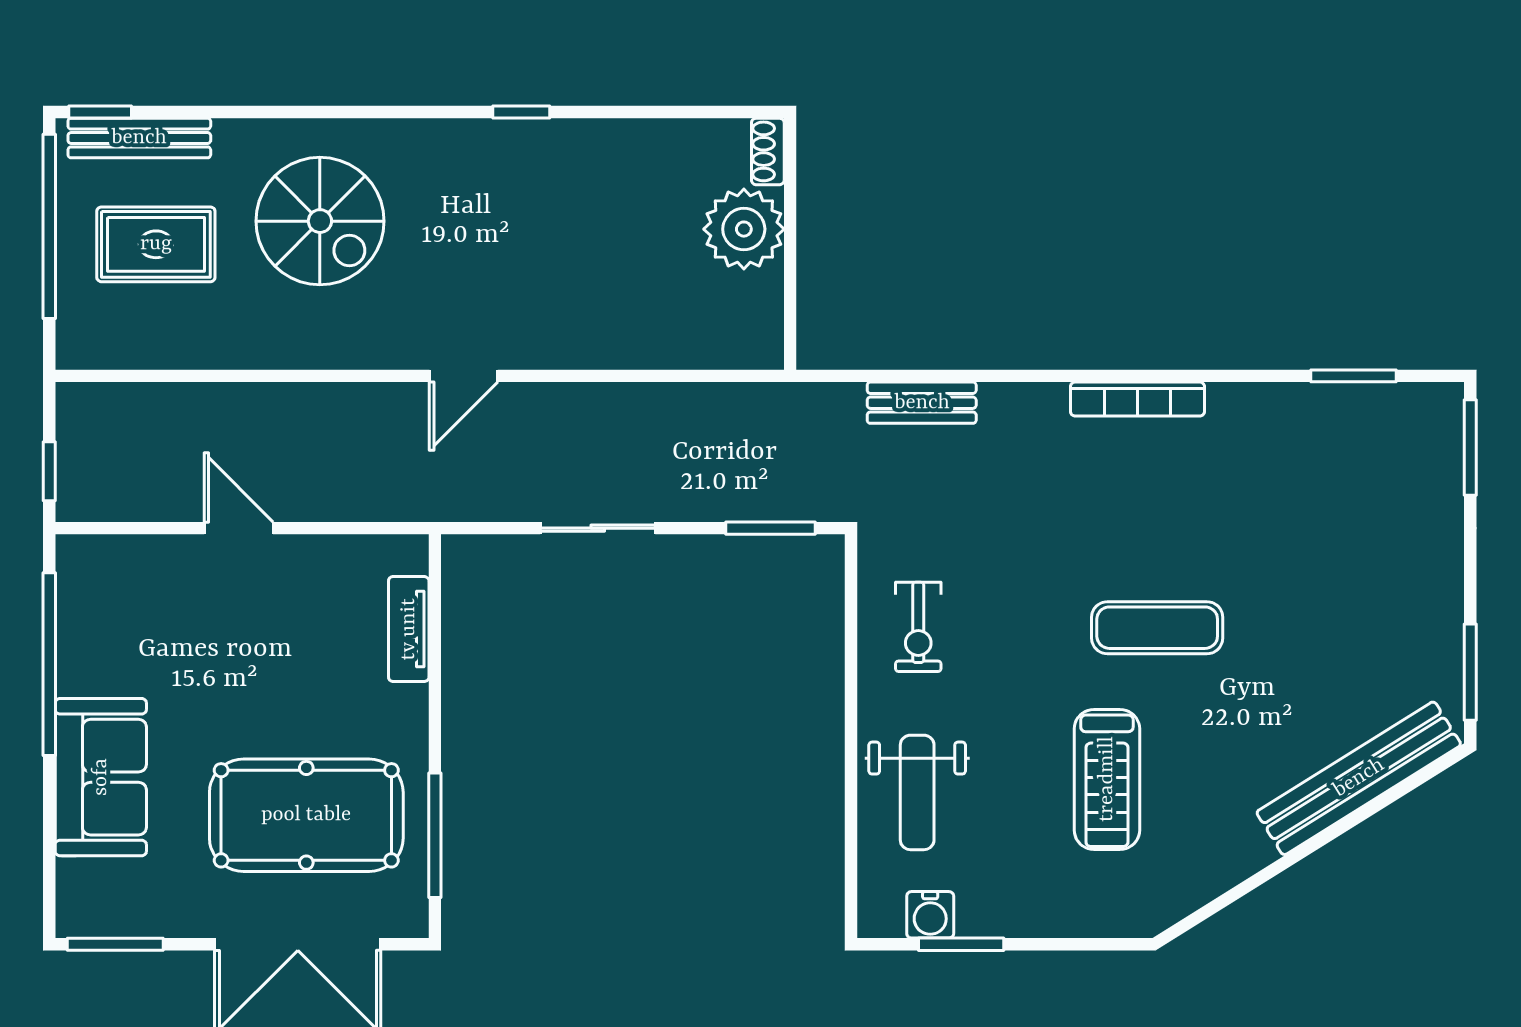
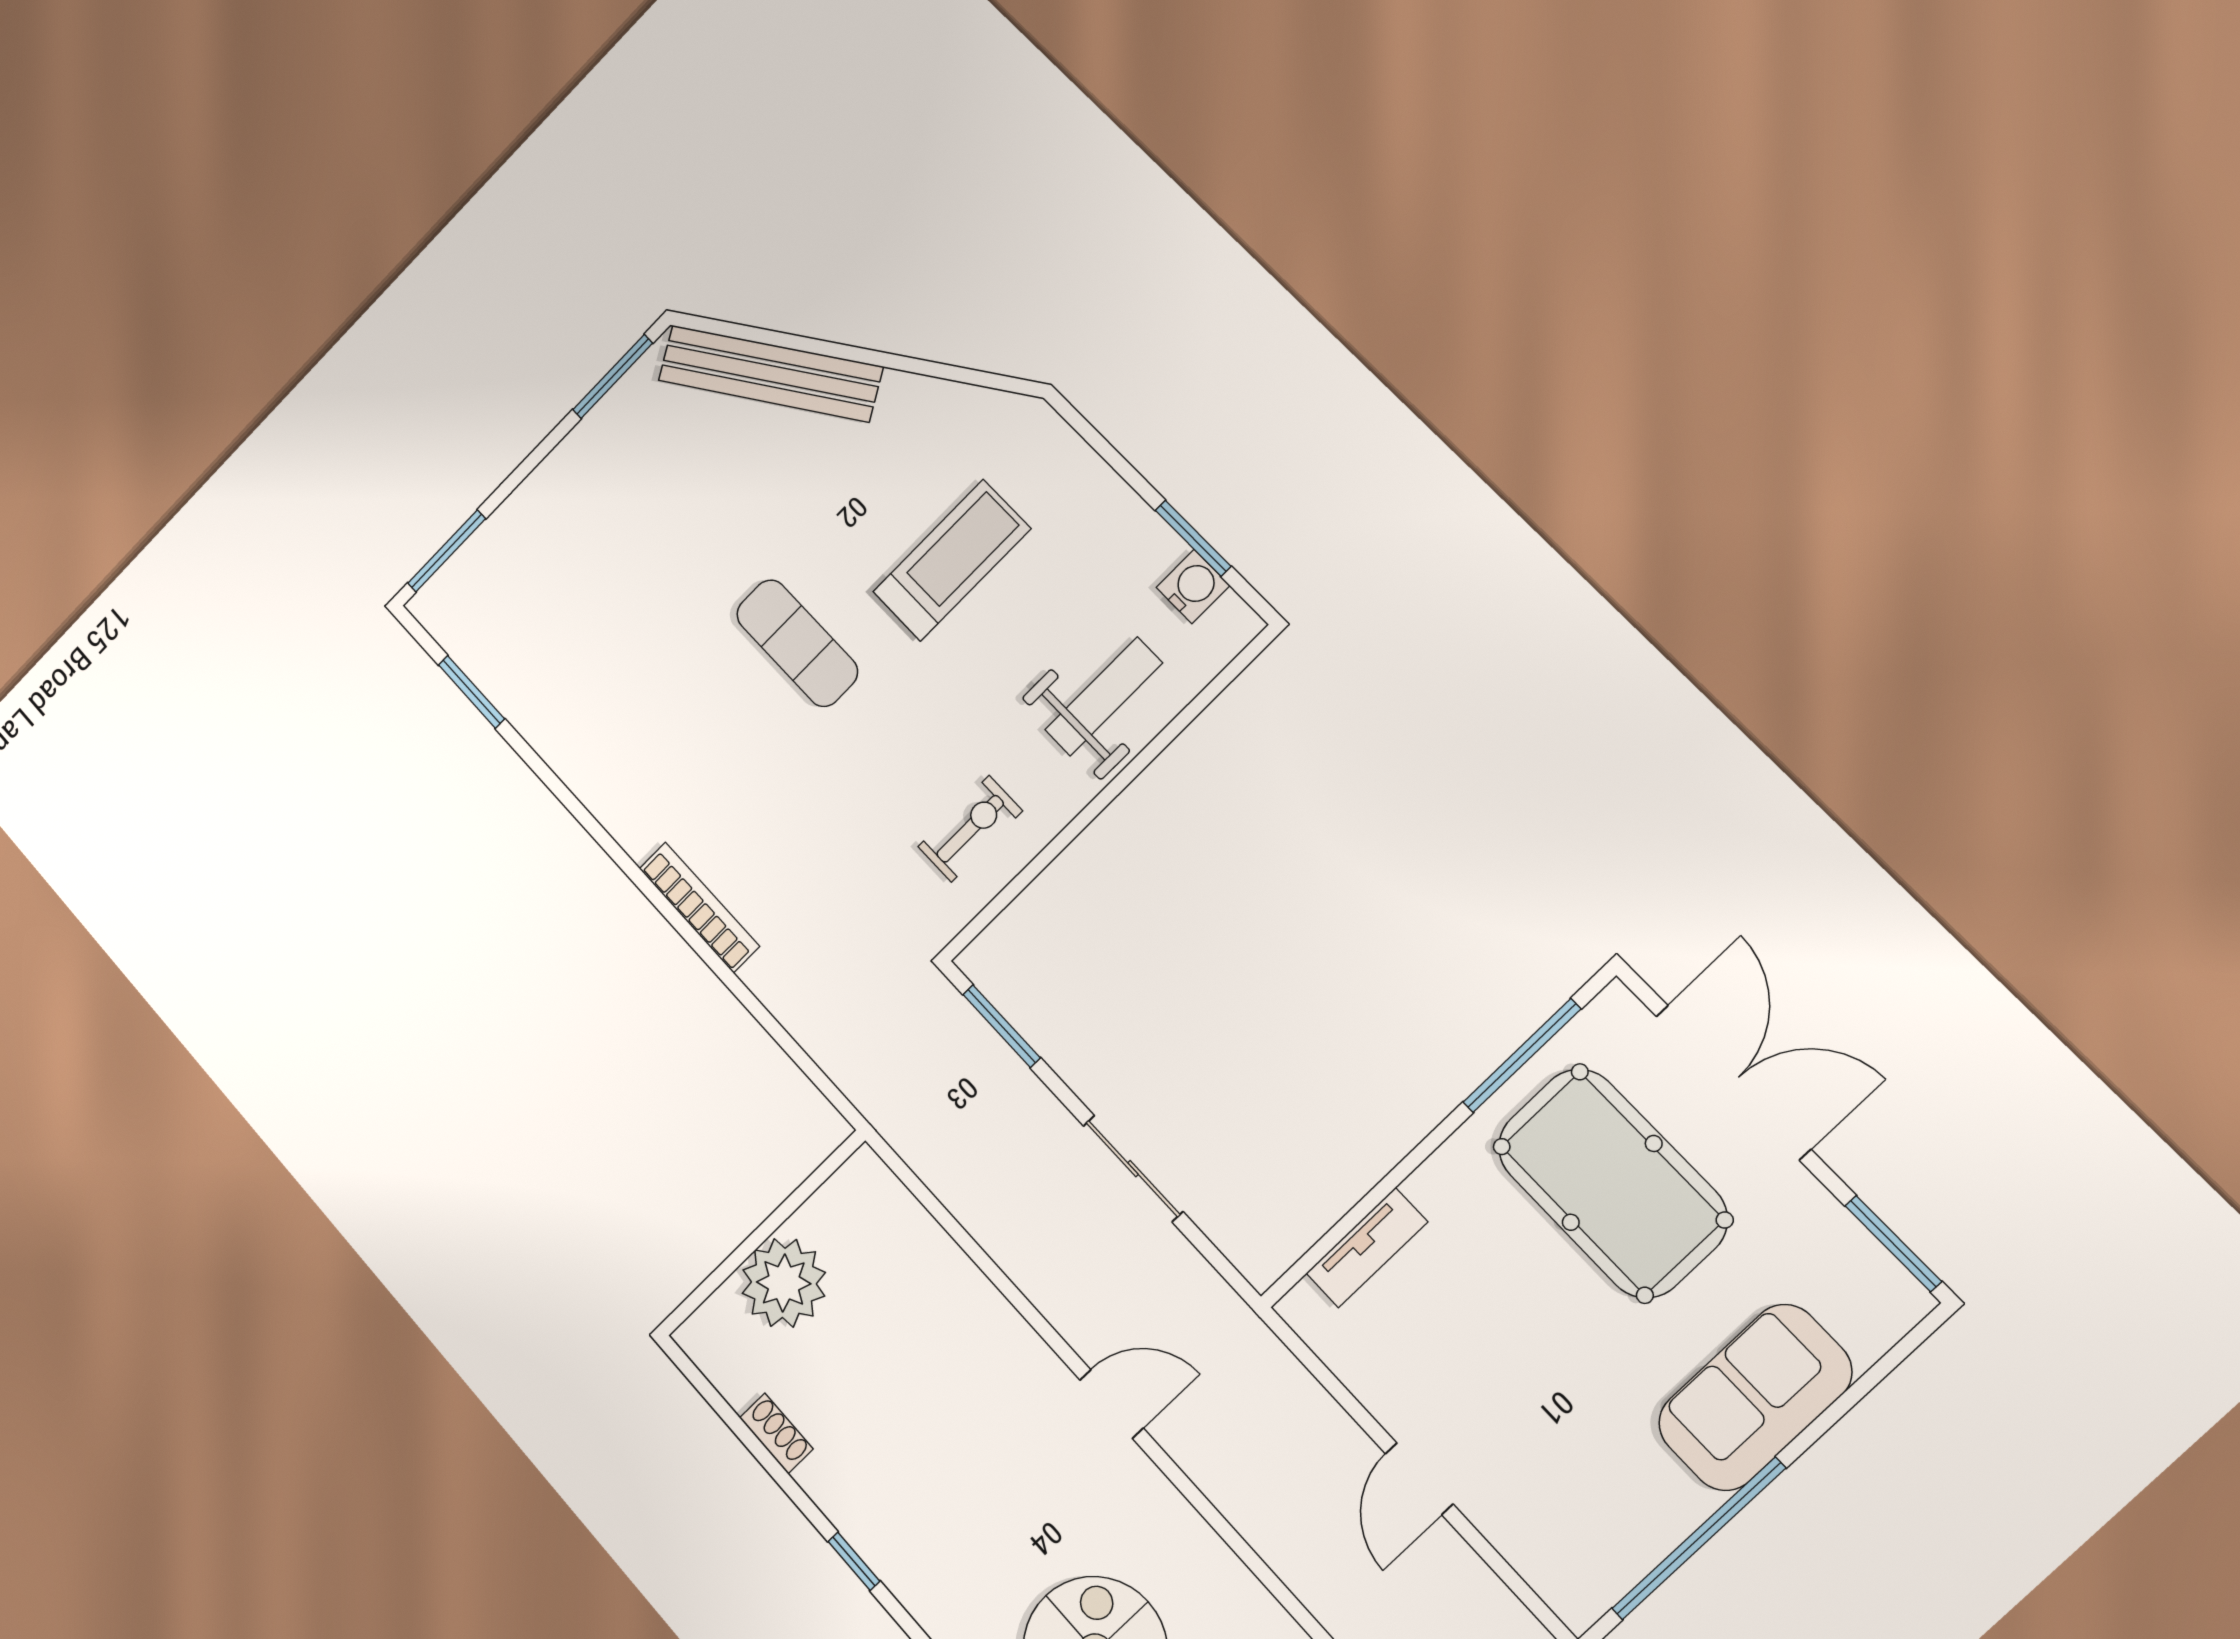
shoe rack: (768, 151) -> (776, 1433), moved, turned -90
bookcase: (1137, 399) -> (699, 907), moved
bench: (922, 403) -> (791, 1003), removed

